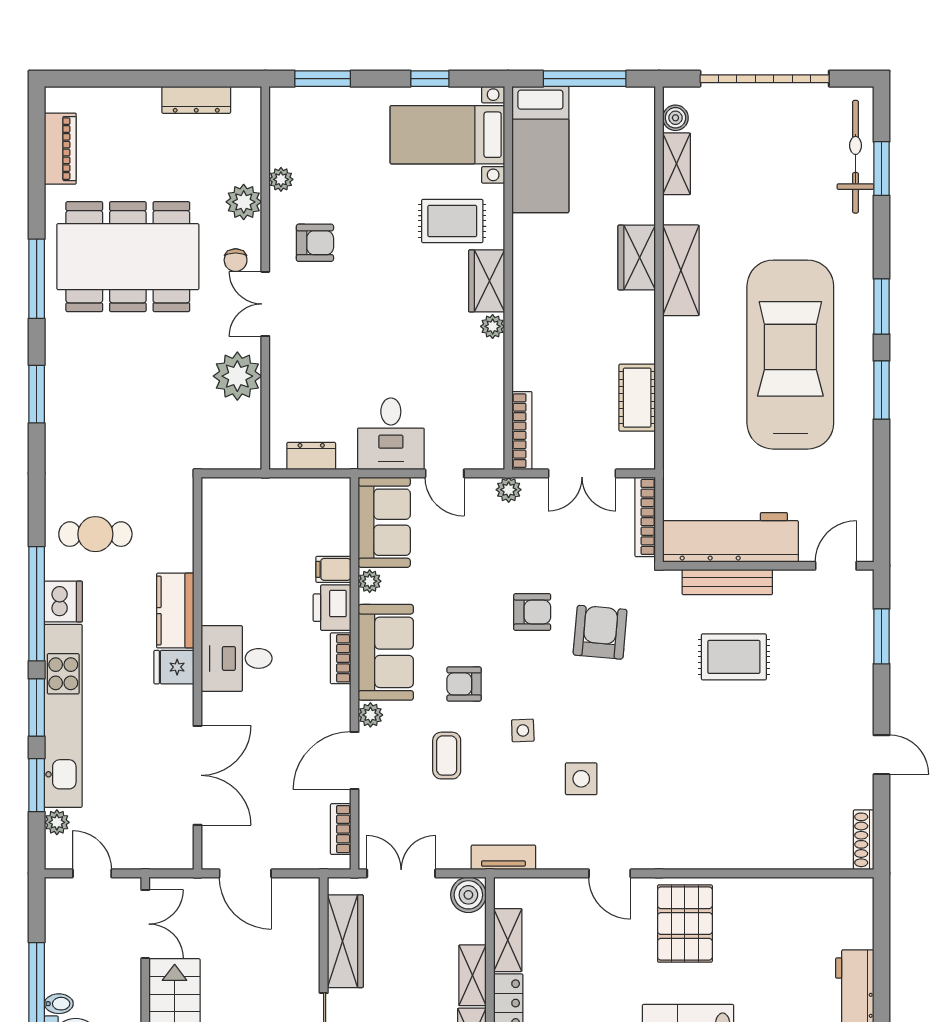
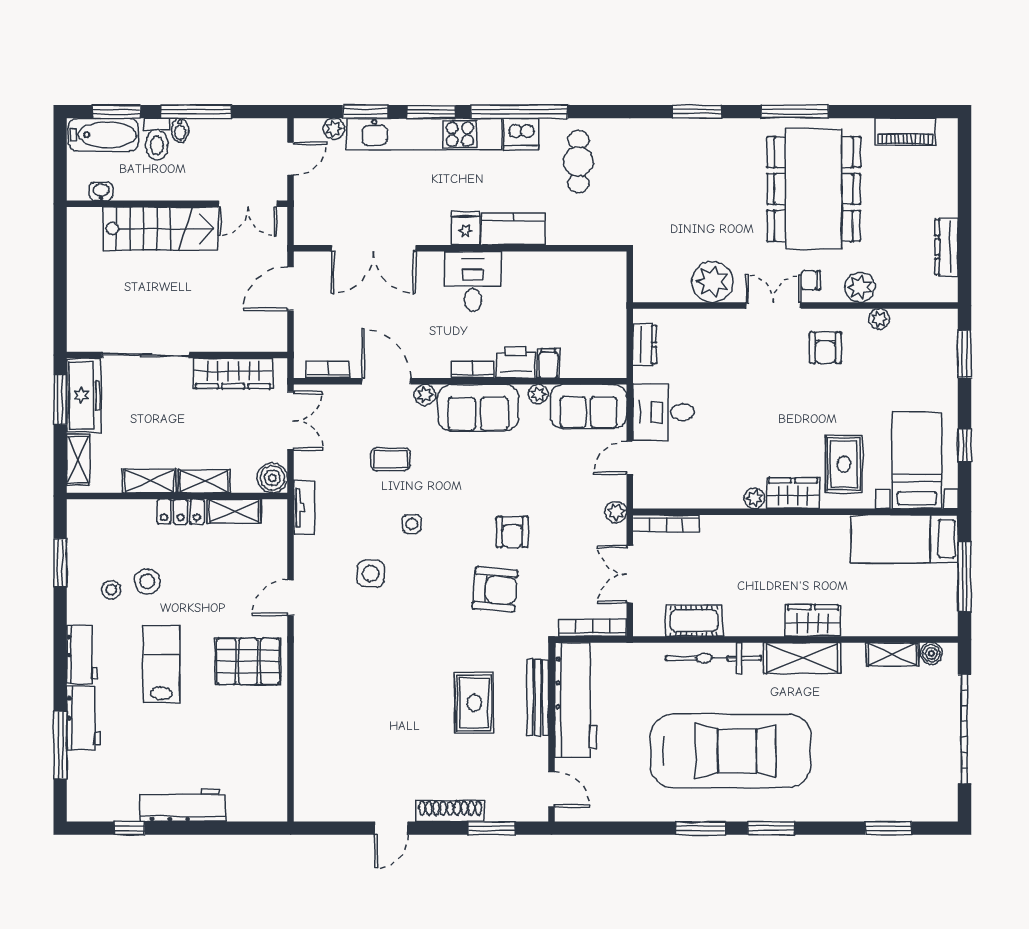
bicycle: (855, 157) -> (714, 658), moved, turned 180
armchair: (464, 684) -> (451, 474), removed
shoe rack: (864, 840) -> (450, 811), moved, width x1.36, depth x1.24

